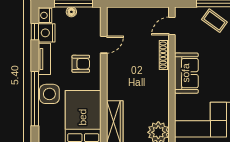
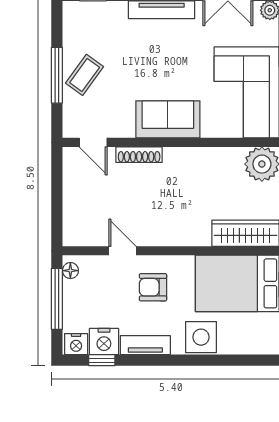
floor lamp: (71, 12) -> (70, 271), moved
armchair: (81, 64) -> (153, 287), turned -90
window: (35, 99) -> (208, 360), removed

